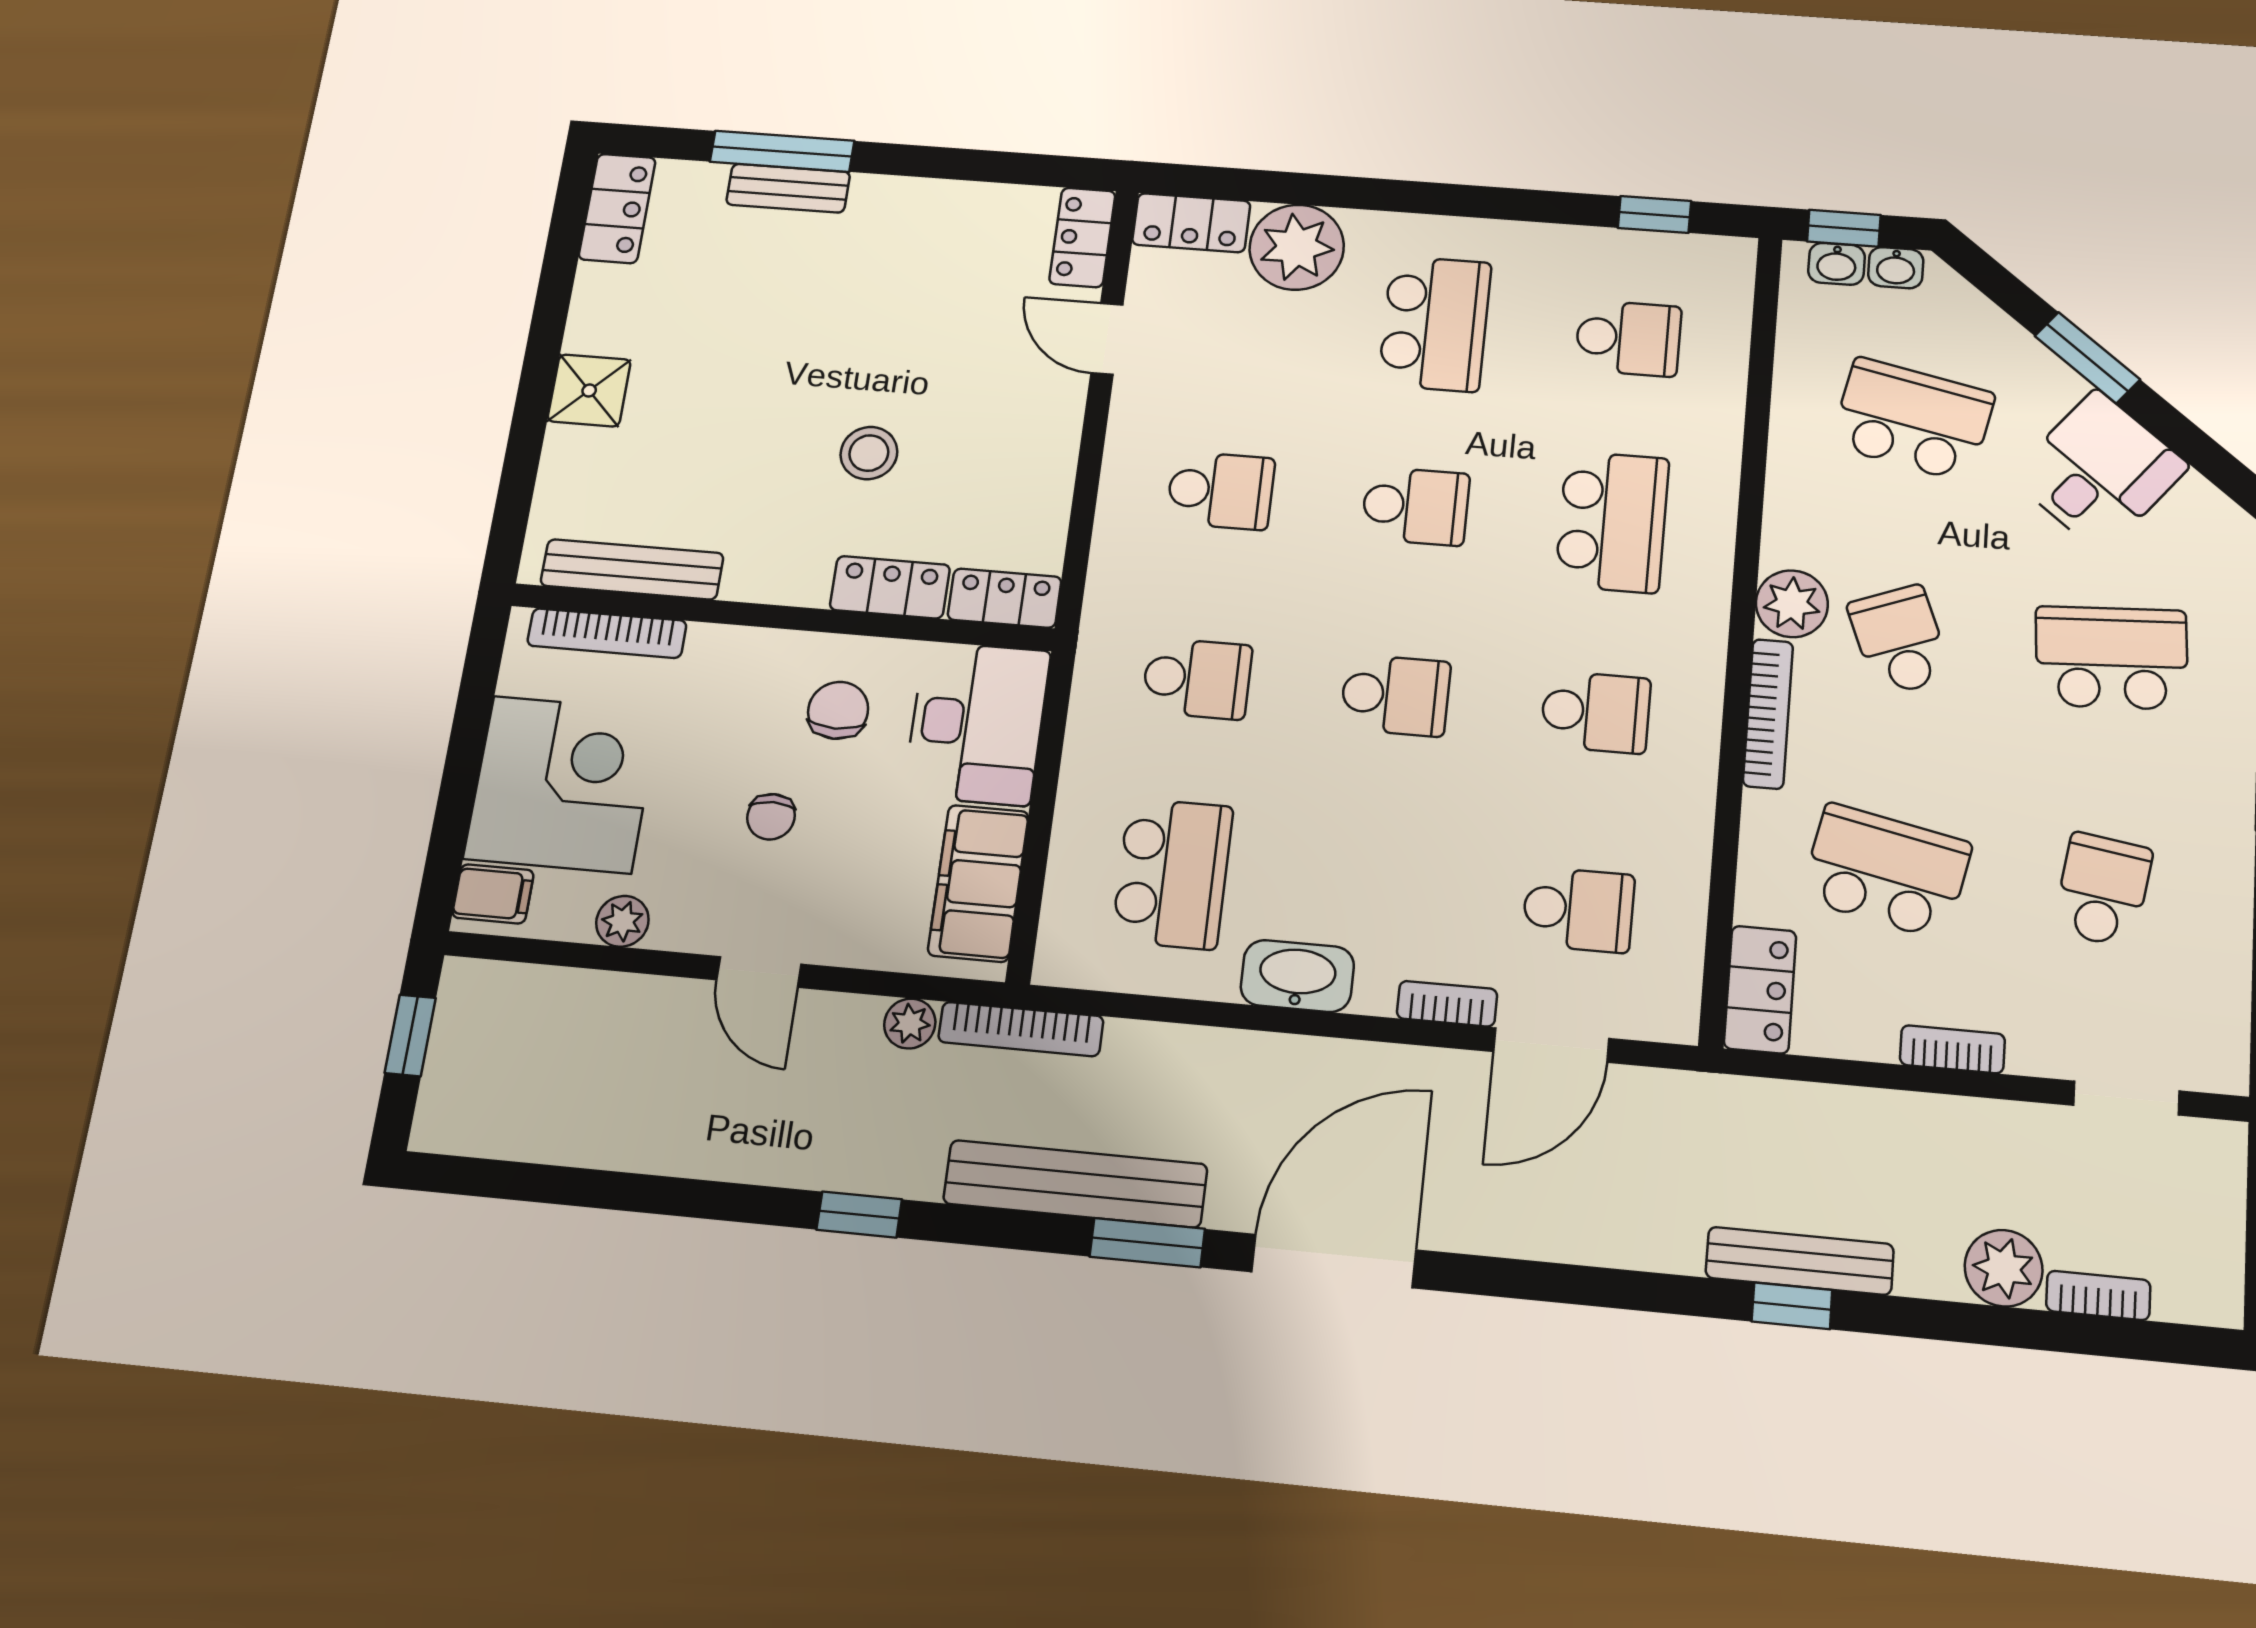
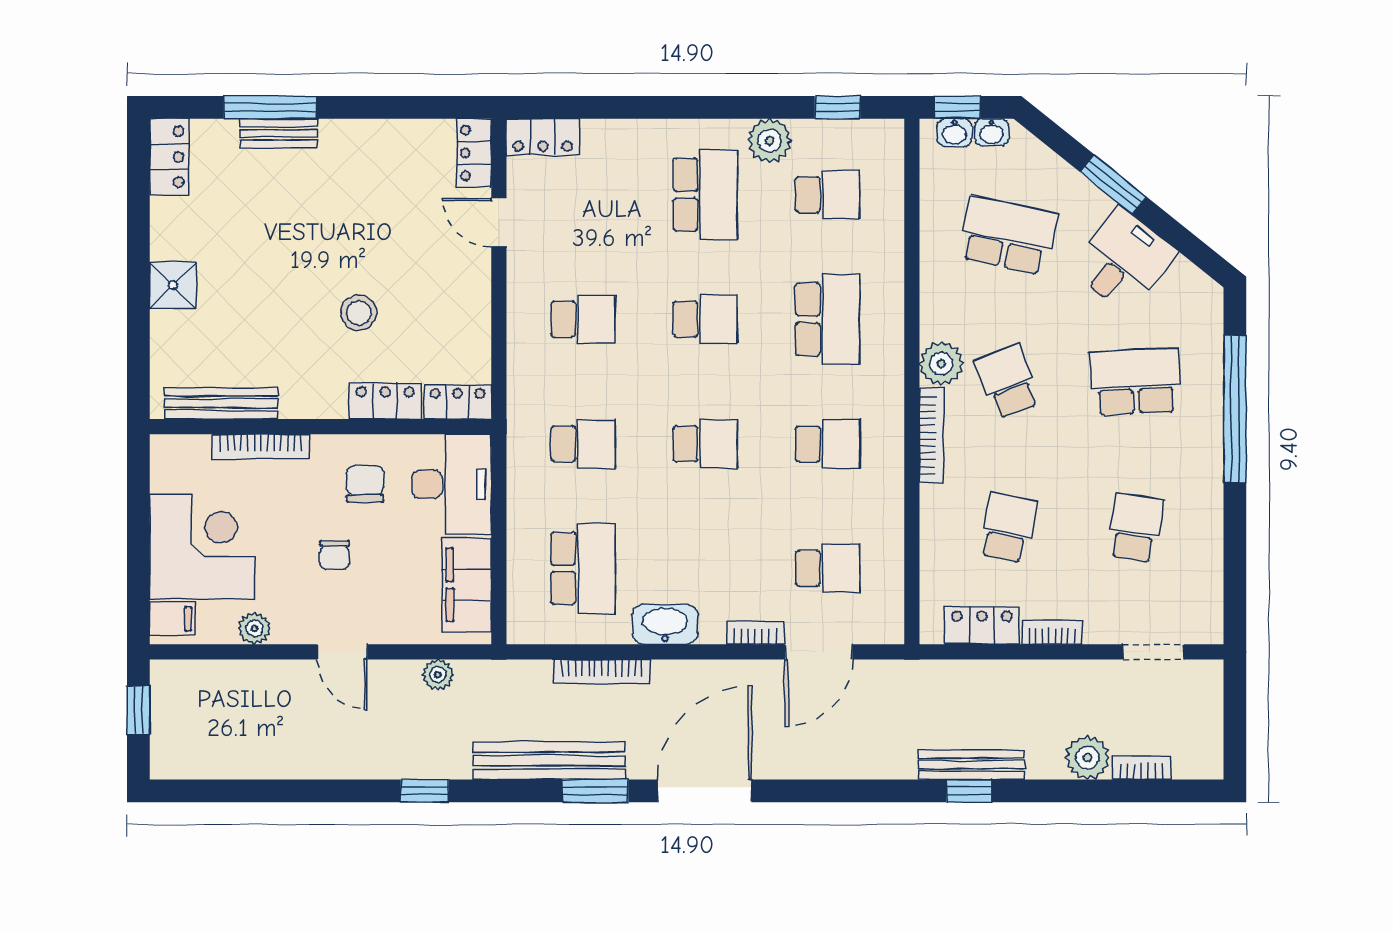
plant: (1297, 247) -> (769, 141), moved, width x0.73, depth x0.73
bookcase: (607, 633) -> (261, 447), moved
school desk: (1886, 871) -> (1008, 528), width x0.54
locker: (1760, 990) -> (982, 625), moved, turned -90
bookcase: (1021, 1029) -> (602, 672), moved

